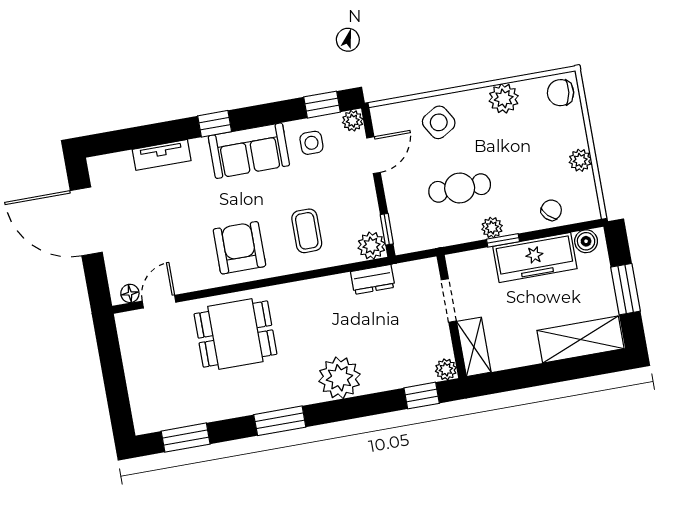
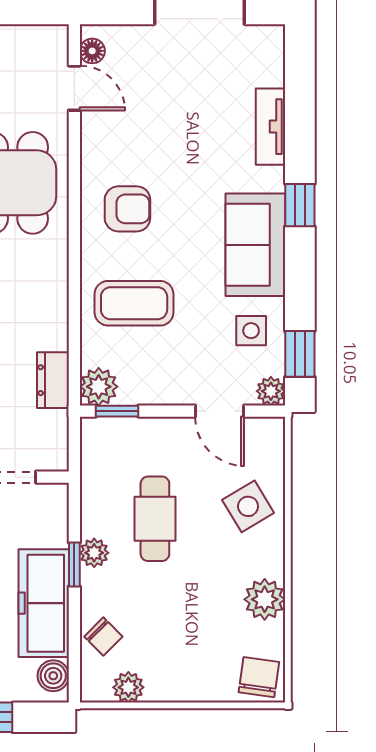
plant: (580, 160) -> (128, 687), moved
coffee table: (307, 231) -> (134, 303), width x1.36, depth x1.30
armchair: (239, 248) -> (127, 209), width x0.72, depth x0.72

